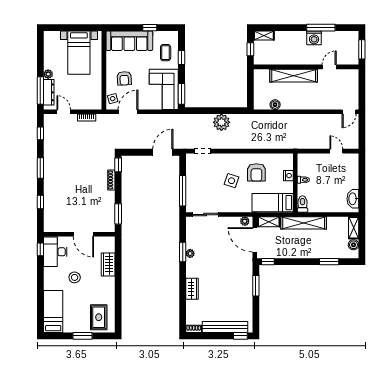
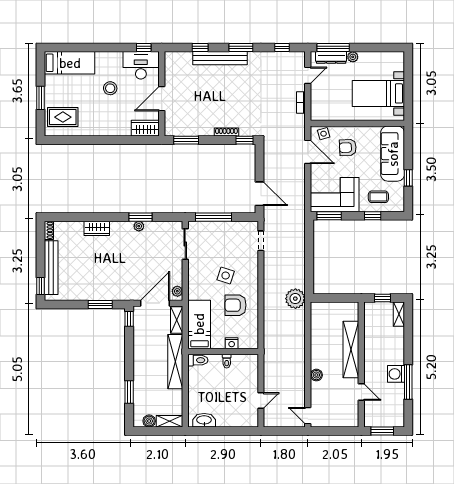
boiler: (275, 105) -> (316, 375), moved
plant: (221, 122) -> (295, 299), moved
bench: (49, 185) -> (220, 58), added
wardrobe: (108, 264) -> (145, 128), moved

